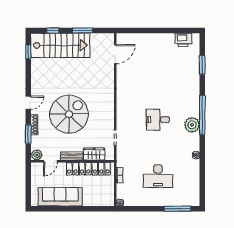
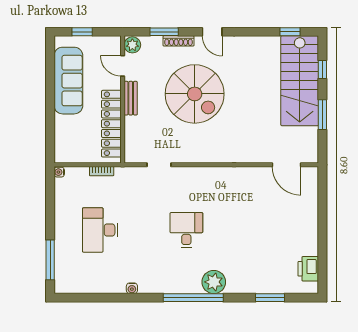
plant: (192, 125) -> (214, 282), moved
wardrobe: (94, 154) -> (134, 133), removed
window: (28, 188) -> (82, 32), added

